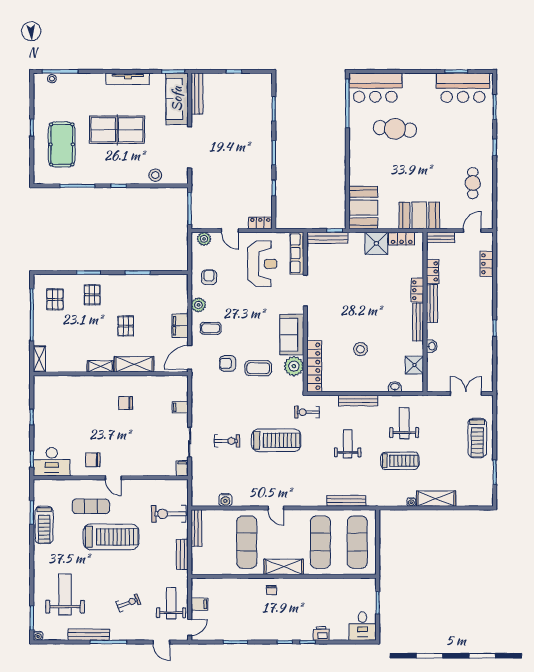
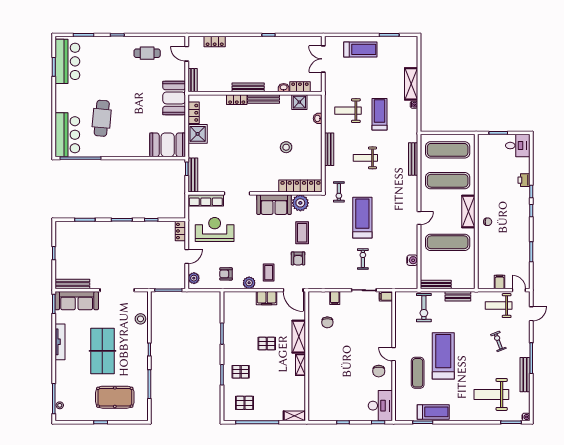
locker: (433, 271) -> (300, 87), moved
chair: (126, 403) -> (327, 322), moved
door: (113, 478) -> (394, 354), swing flipped

